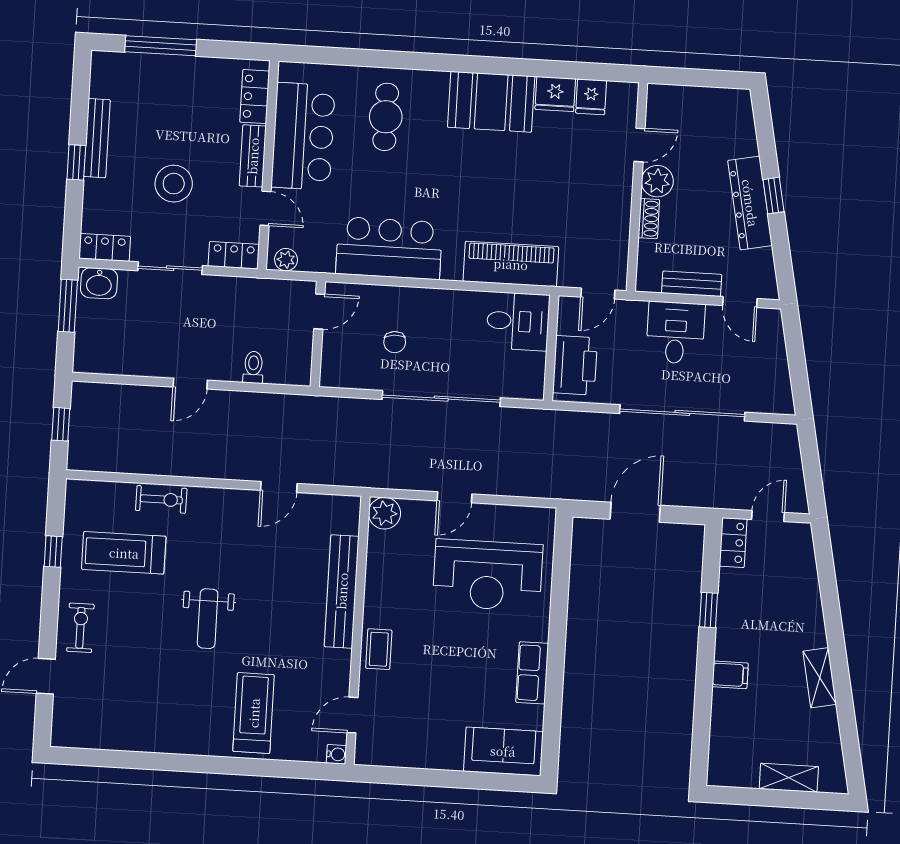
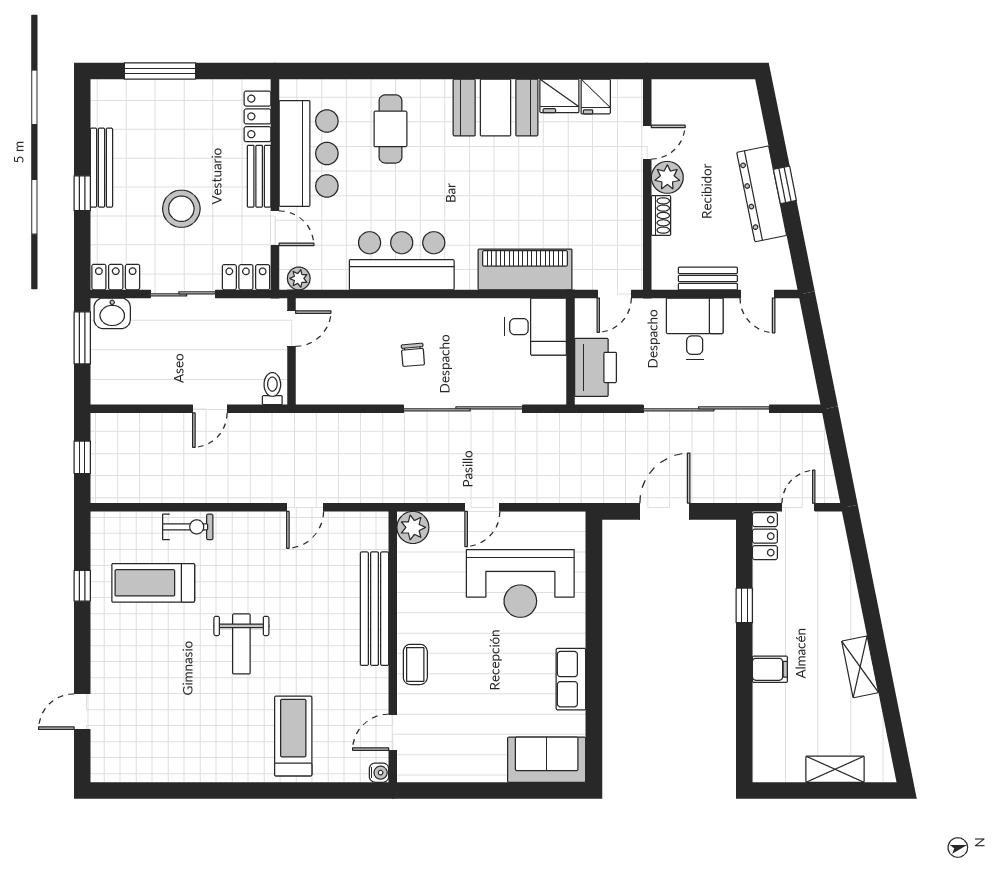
door: (319, 311) -> (292, 329), moved
wall: (318, 334) -> (292, 351), moved
exercise bike: (80, 628) -> (114, 661), removed

